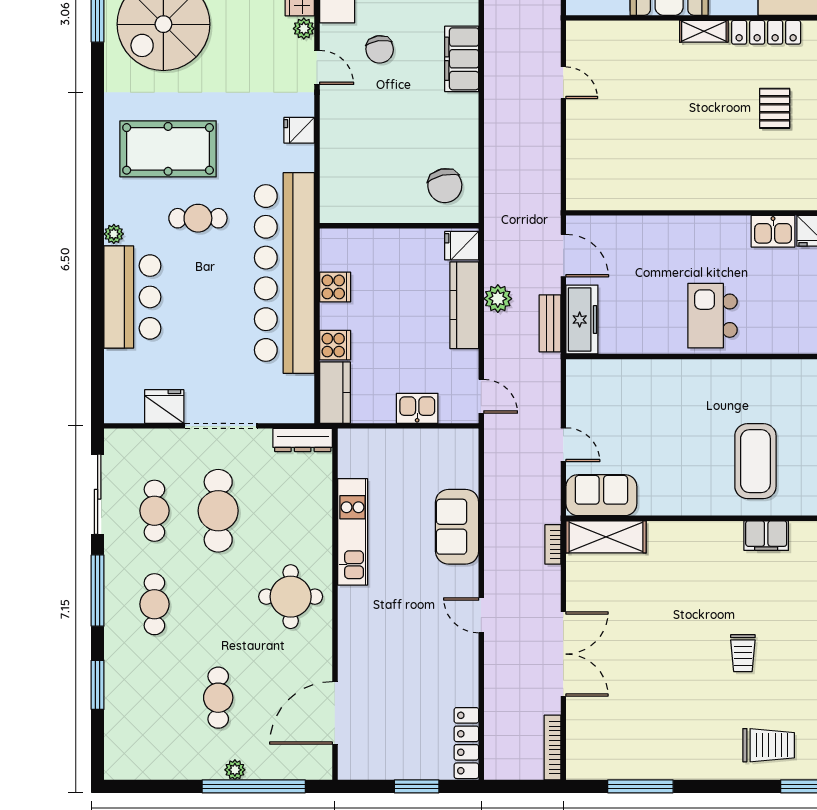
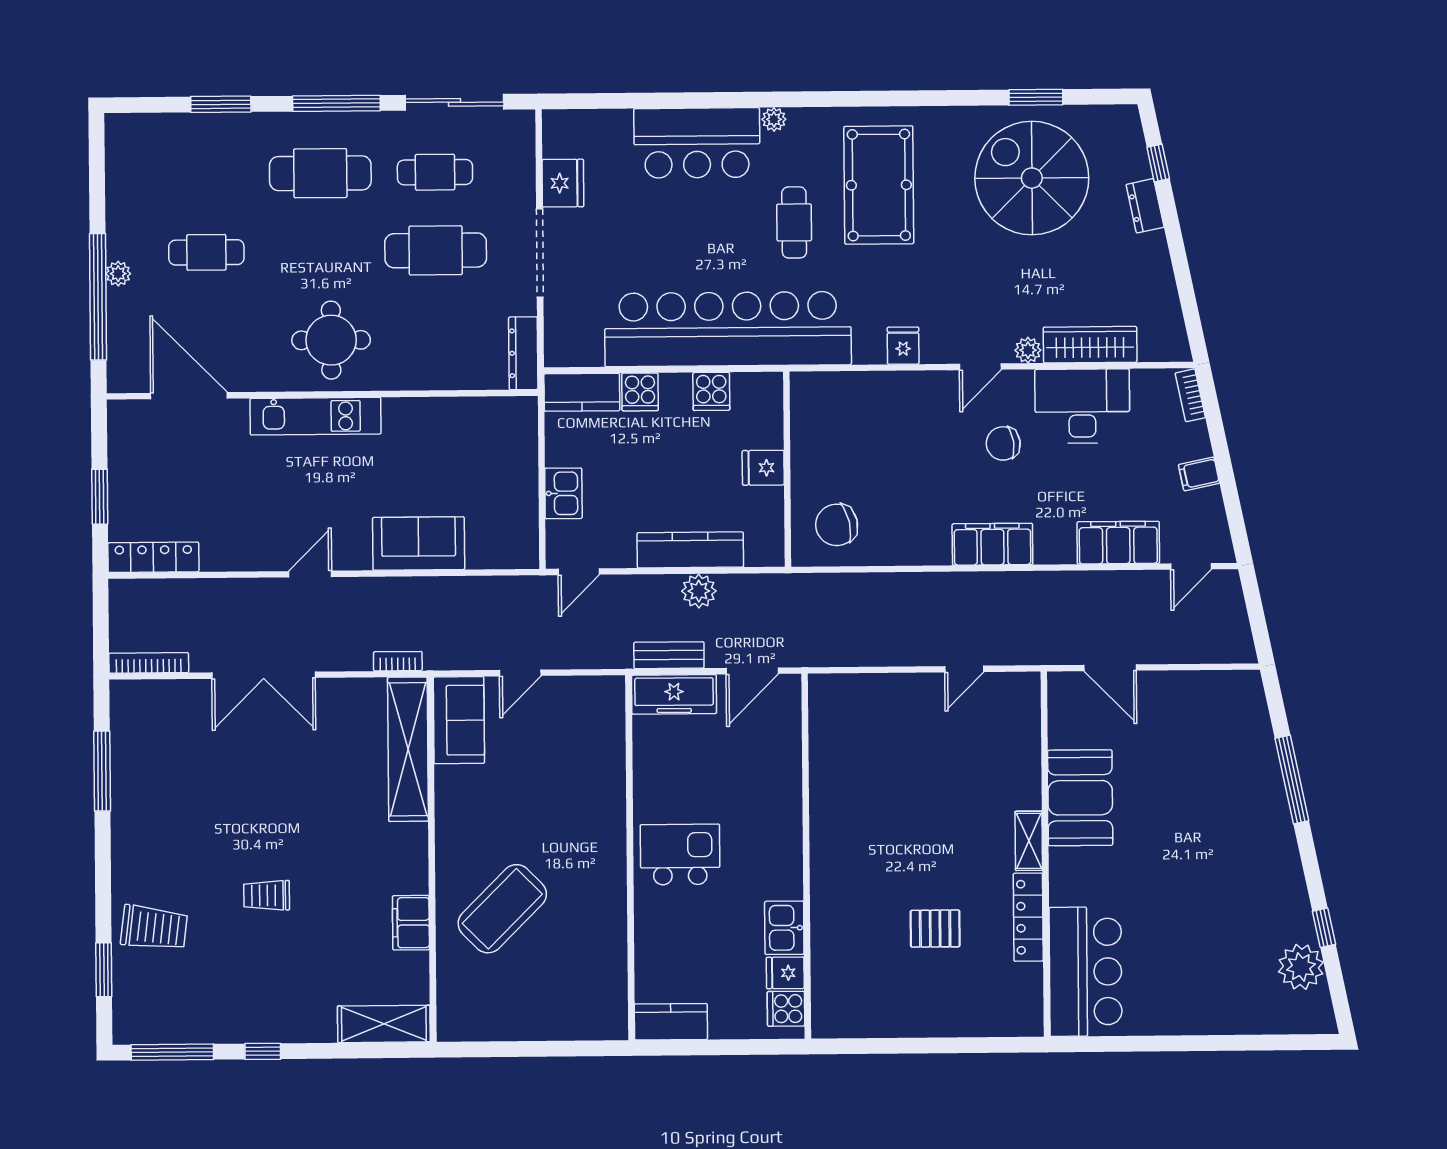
fridge: (462, 246) -> (763, 468), moved, turned -90
coffee table: (755, 461) -> (502, 909), turned -45
kitchen unit: (353, 532) -> (316, 416), moved
shelving: (606, 537) -> (408, 749), width x1.47
cafe table: (154, 604) -> (320, 173), width x1.37, depth x1.35
trolley: (769, 745) -> (154, 928), turned -83

